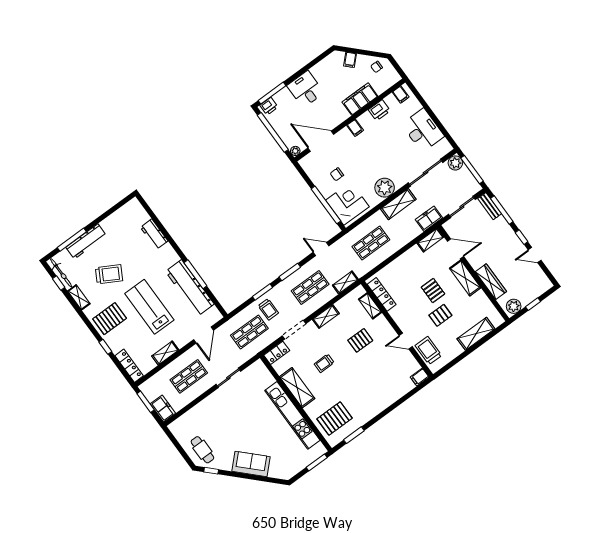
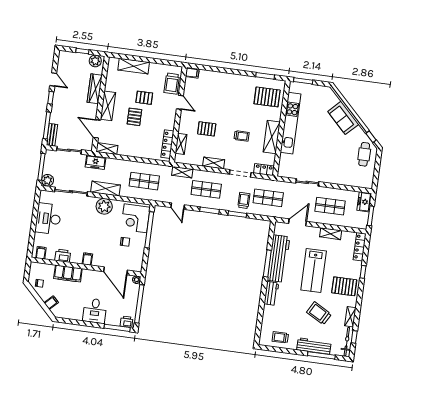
trolley: (122, 221) -> (280, 337), added
workbench: (154, 234) -> (271, 293), moved

